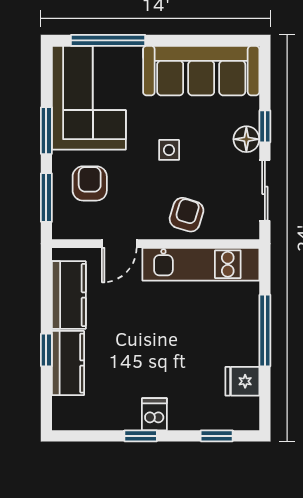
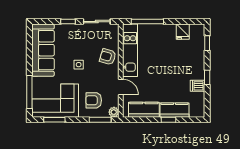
window: (46, 131) -> (54, 120), moved
floor lamp: (246, 139) -> (74, 30), removed
plant: (63, 228) -> (114, 112), added
window: (265, 331) -> (147, 22), moved
dishwasher: (154, 414) -> (197, 86), moved

